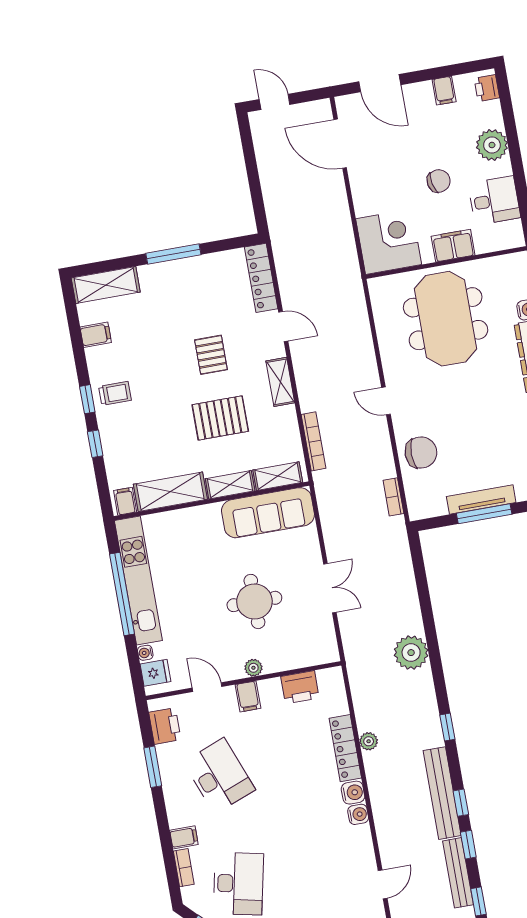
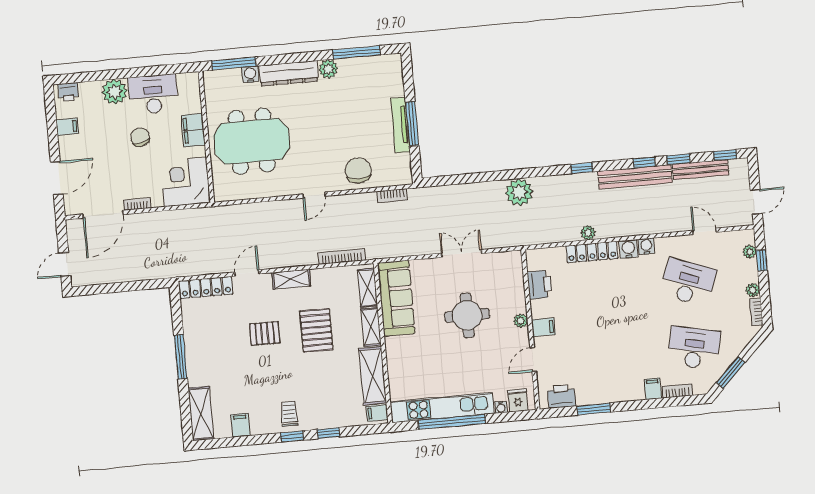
bookcase: (356, 185) -> (137, 204), added
desk: (494, 201) -> (153, 94), width x1.37
desk: (219, 776) -> (688, 282), moved, turned 42

